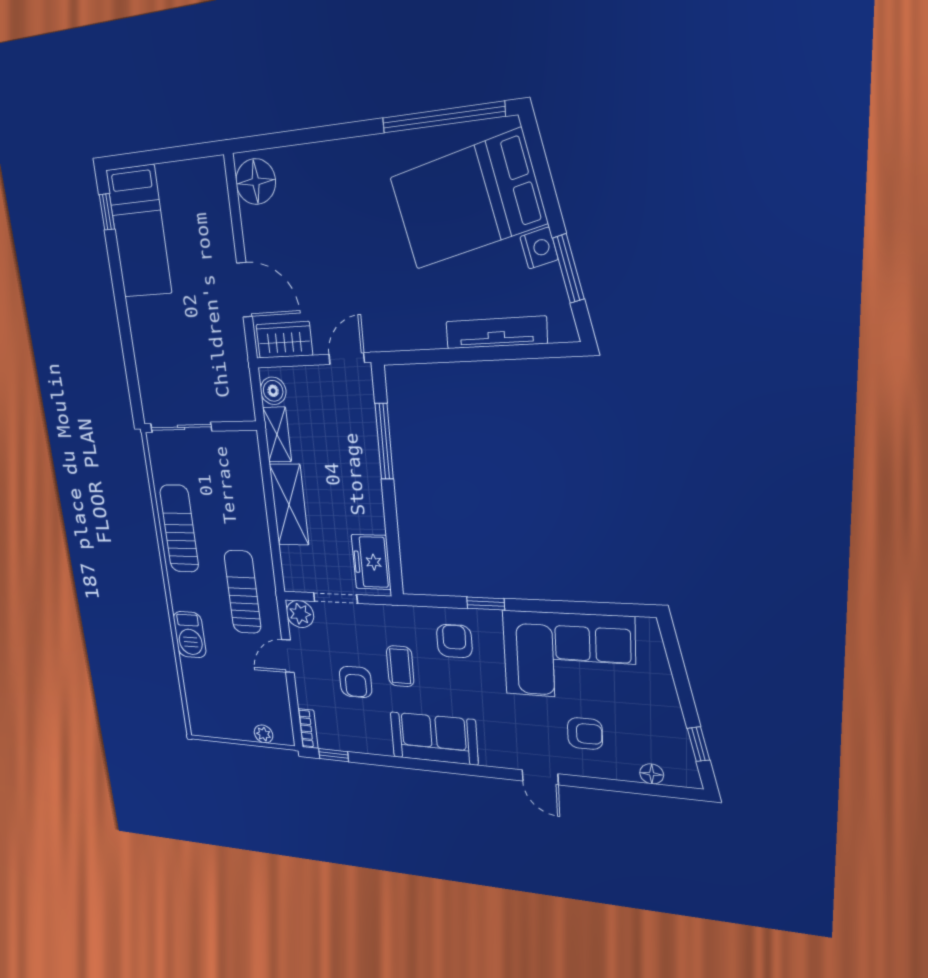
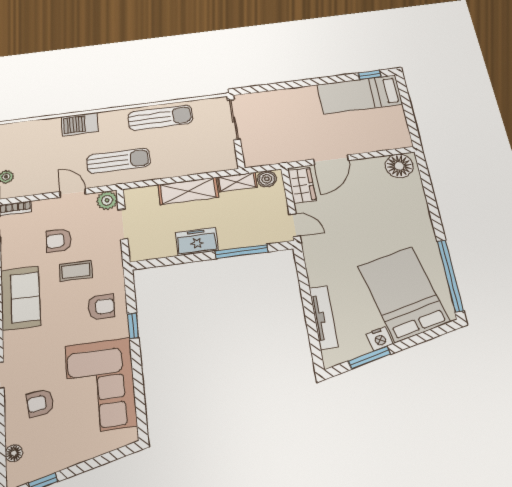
freezer: (371, 562) -> (197, 241), moved
armchair: (585, 734) -> (40, 403), turned 83

